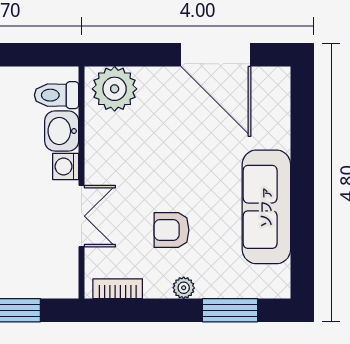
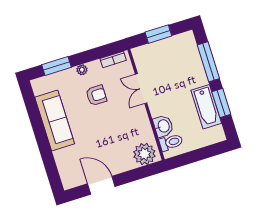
door: (216, 55) -> (101, 185), width x0.73
washing machine: (66, 166) -> (156, 110), removed

